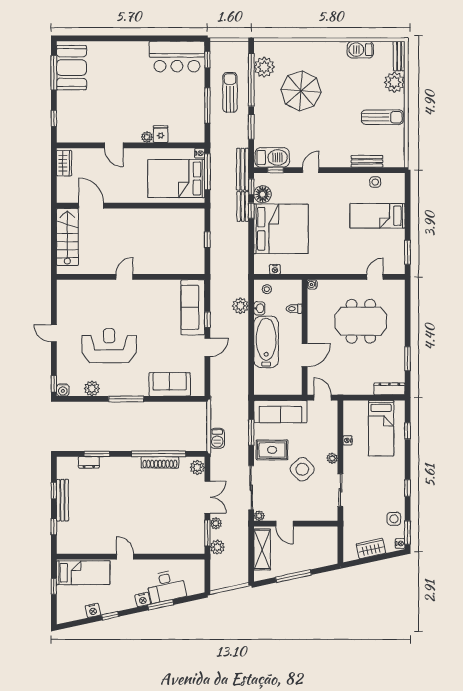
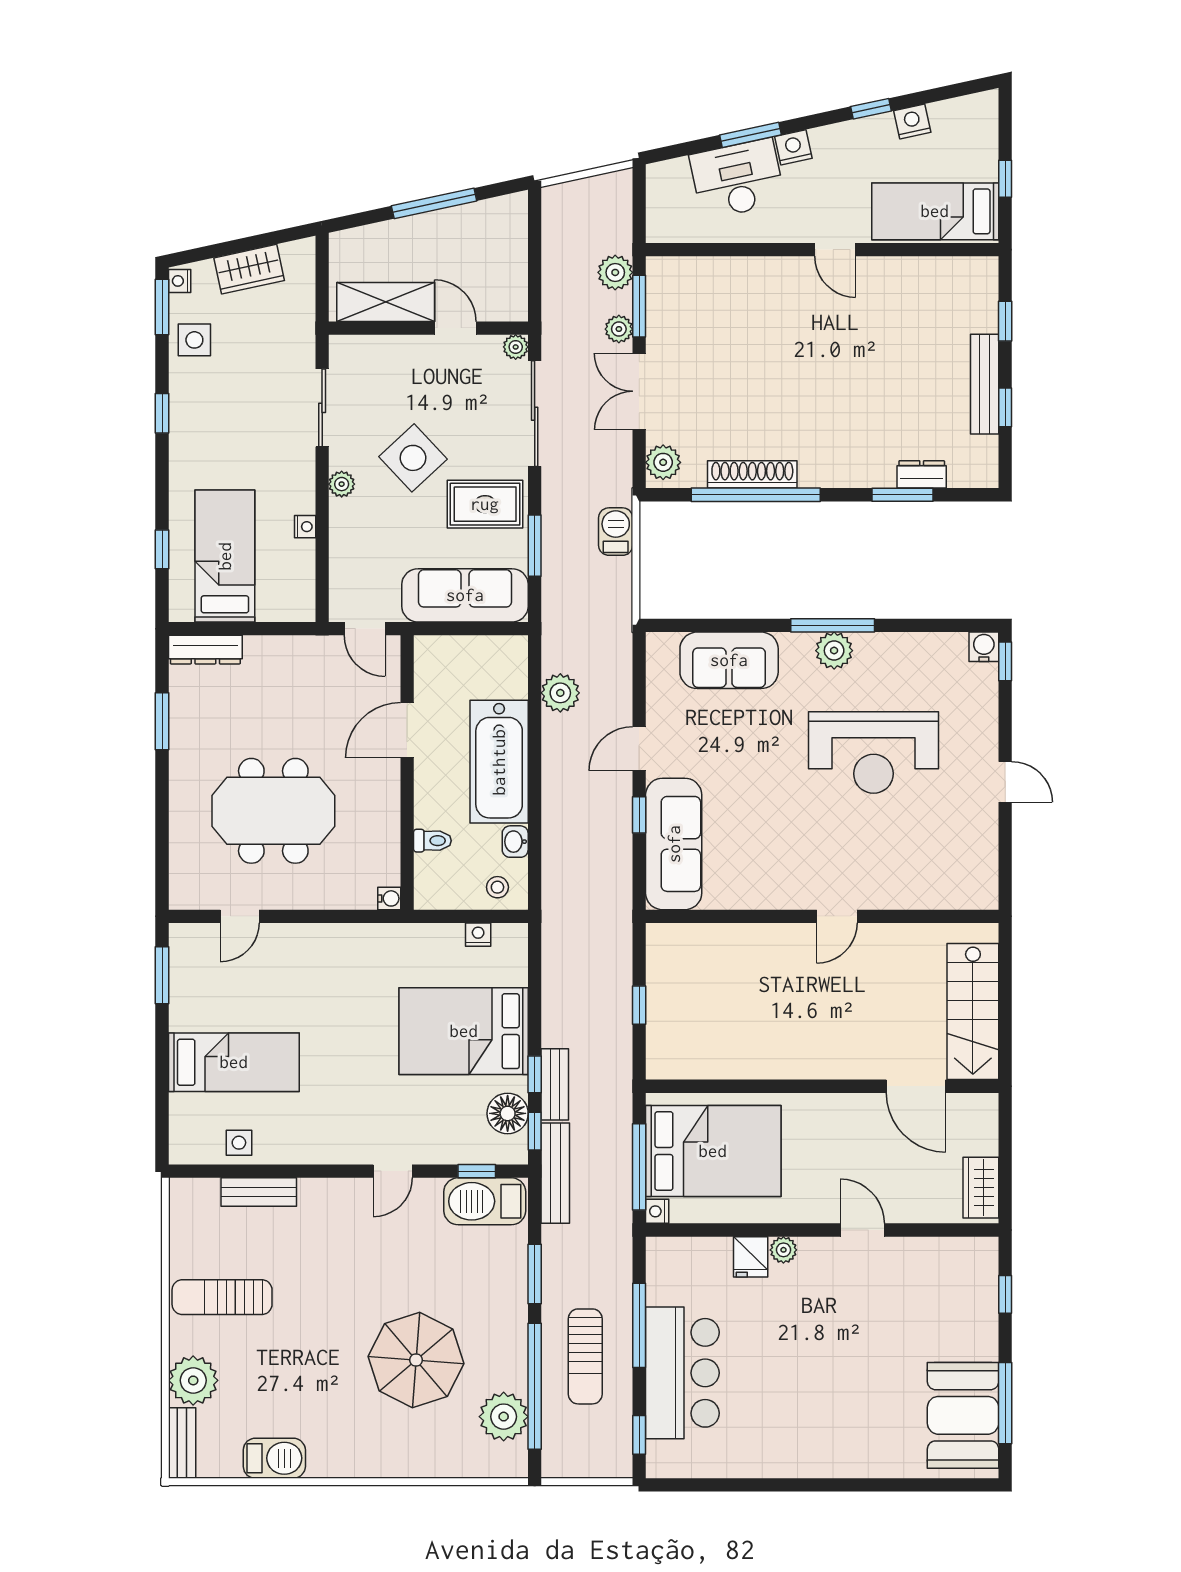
bar counter: (177, 57) -> (682, 1373), moved, turned 90
bed: (281, 229) -> (464, 1031), width x0.73
plant: (240, 306) -> (560, 693), moved
plant: (92, 388) -> (834, 651), moved
shelving: (262, 550) -> (386, 302), moved, turned 90

